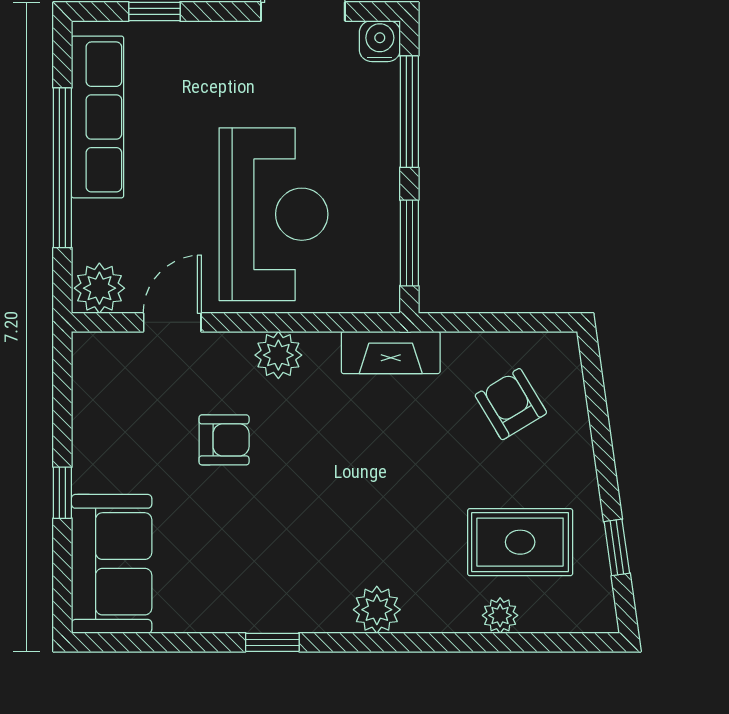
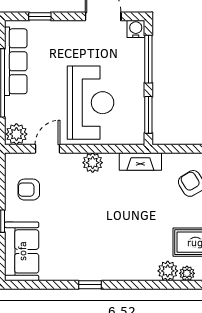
armchair: (224, 440) -> (29, 190), moved, turned 180
plant: (377, 610) -> (168, 271), moved

